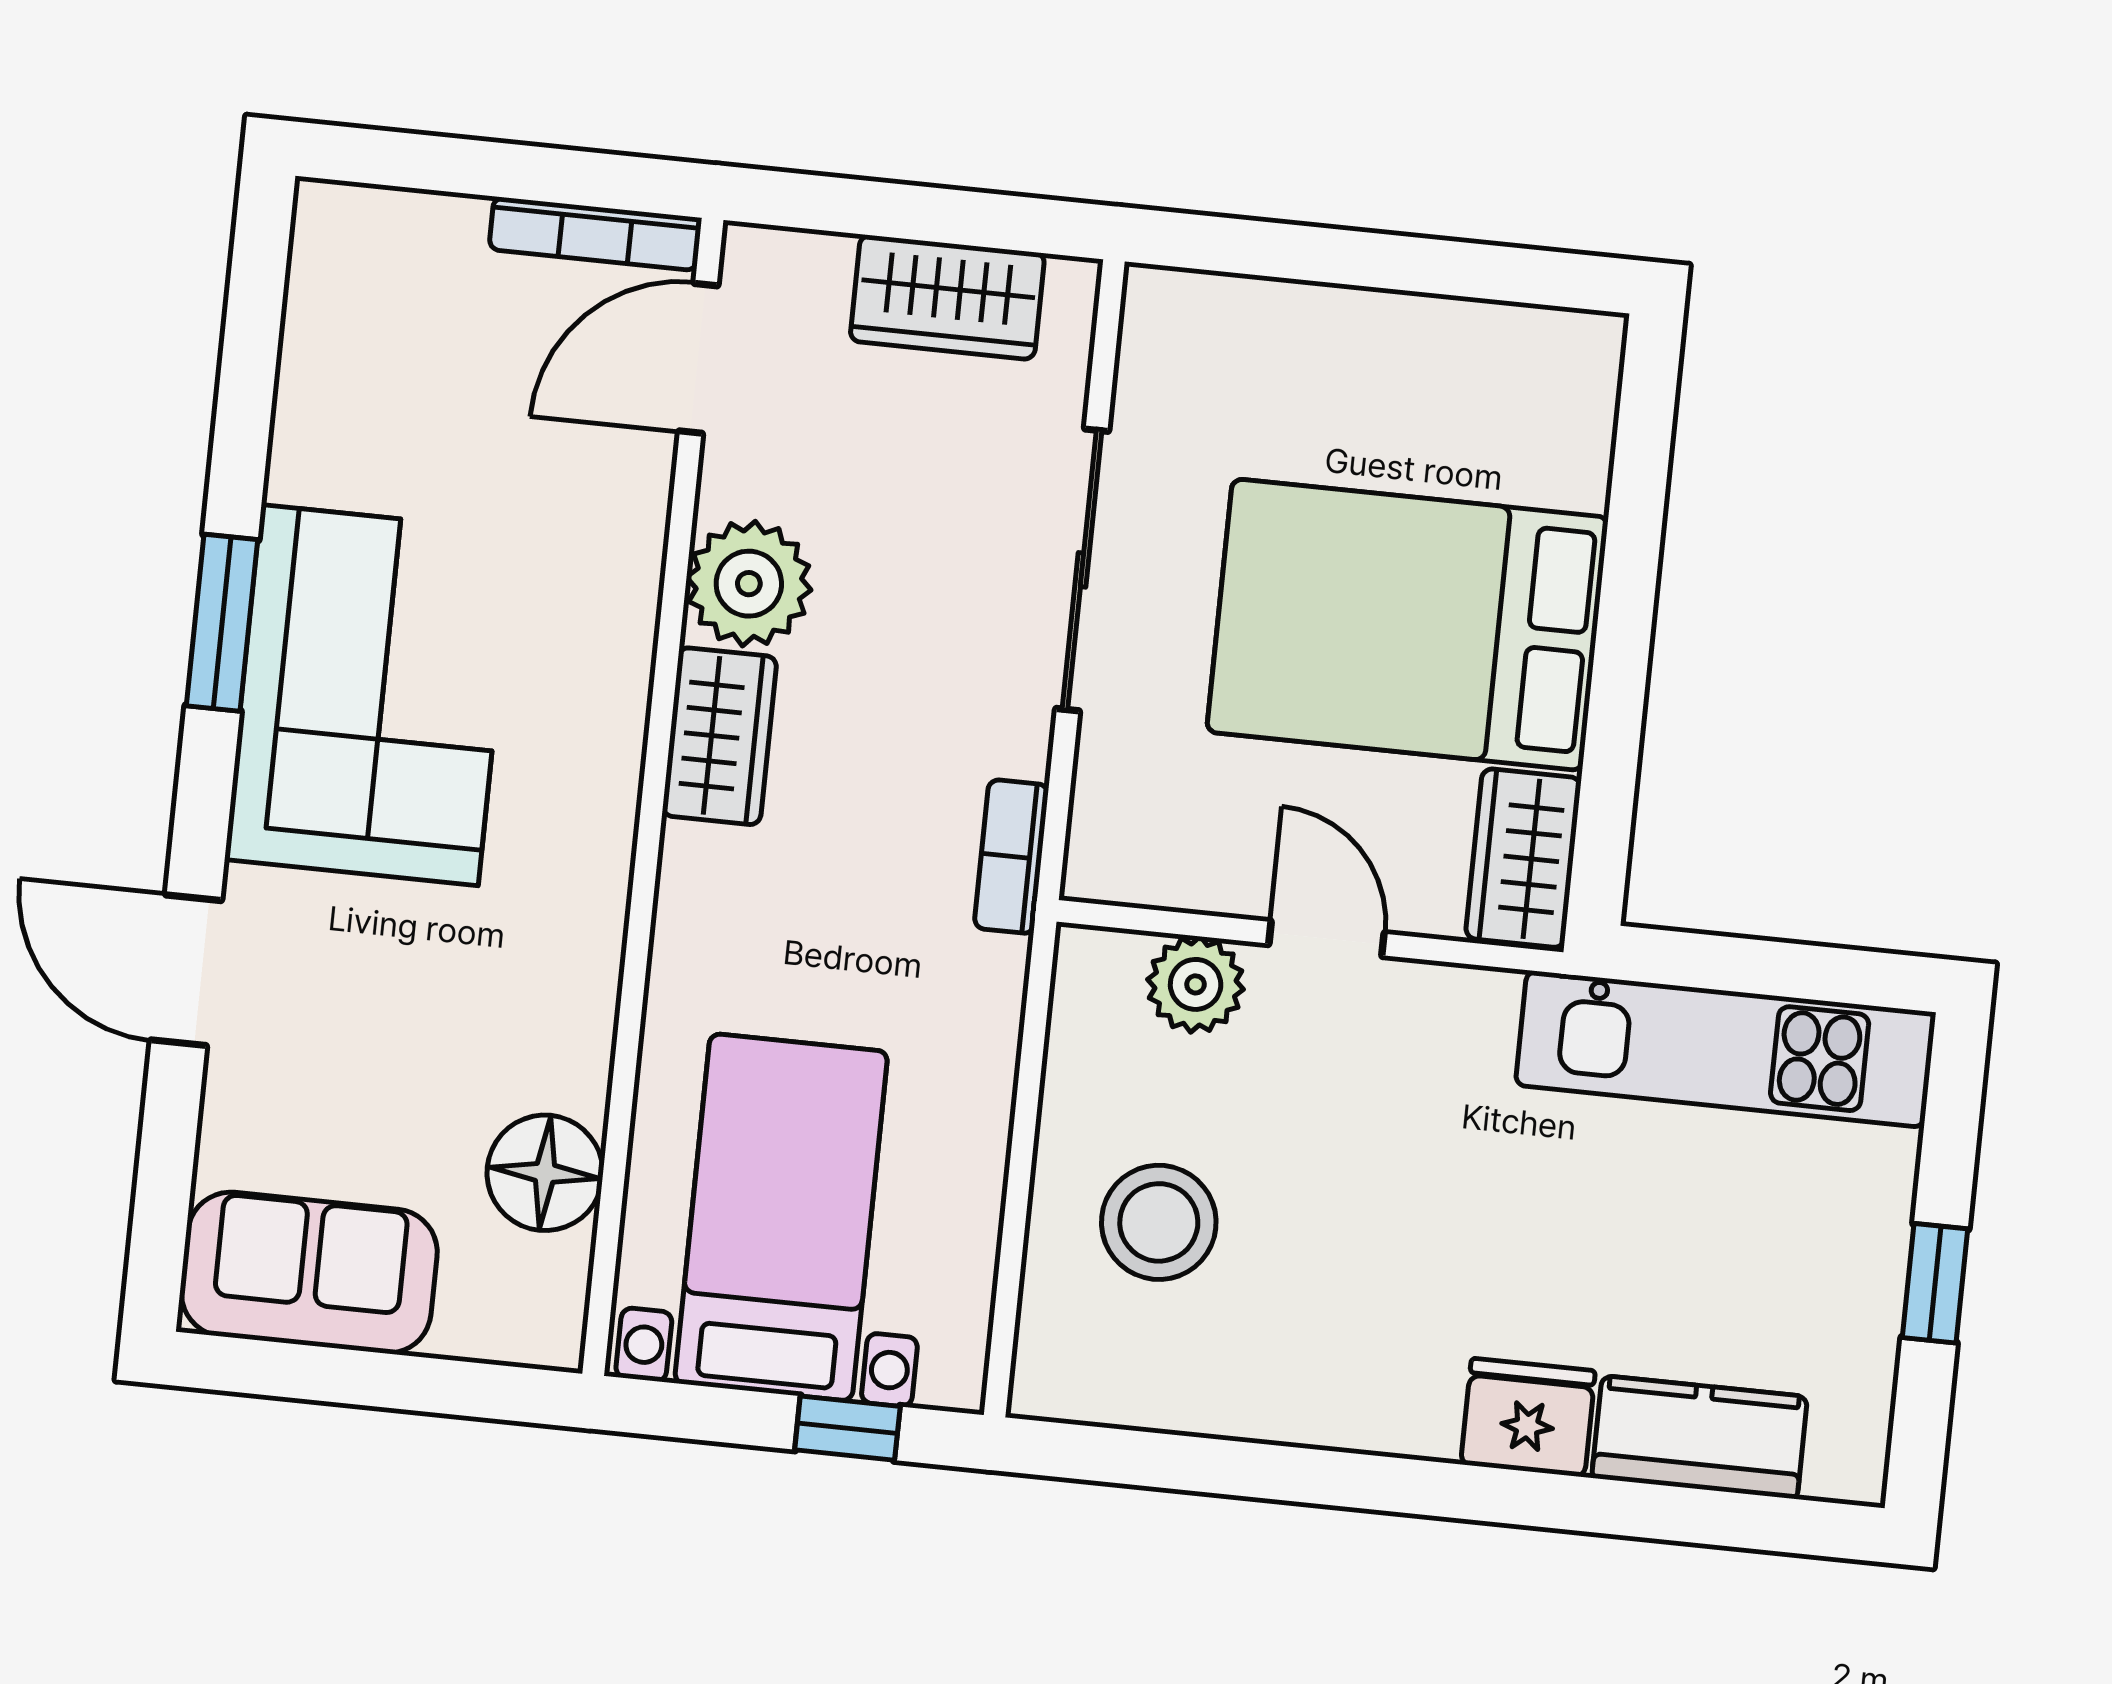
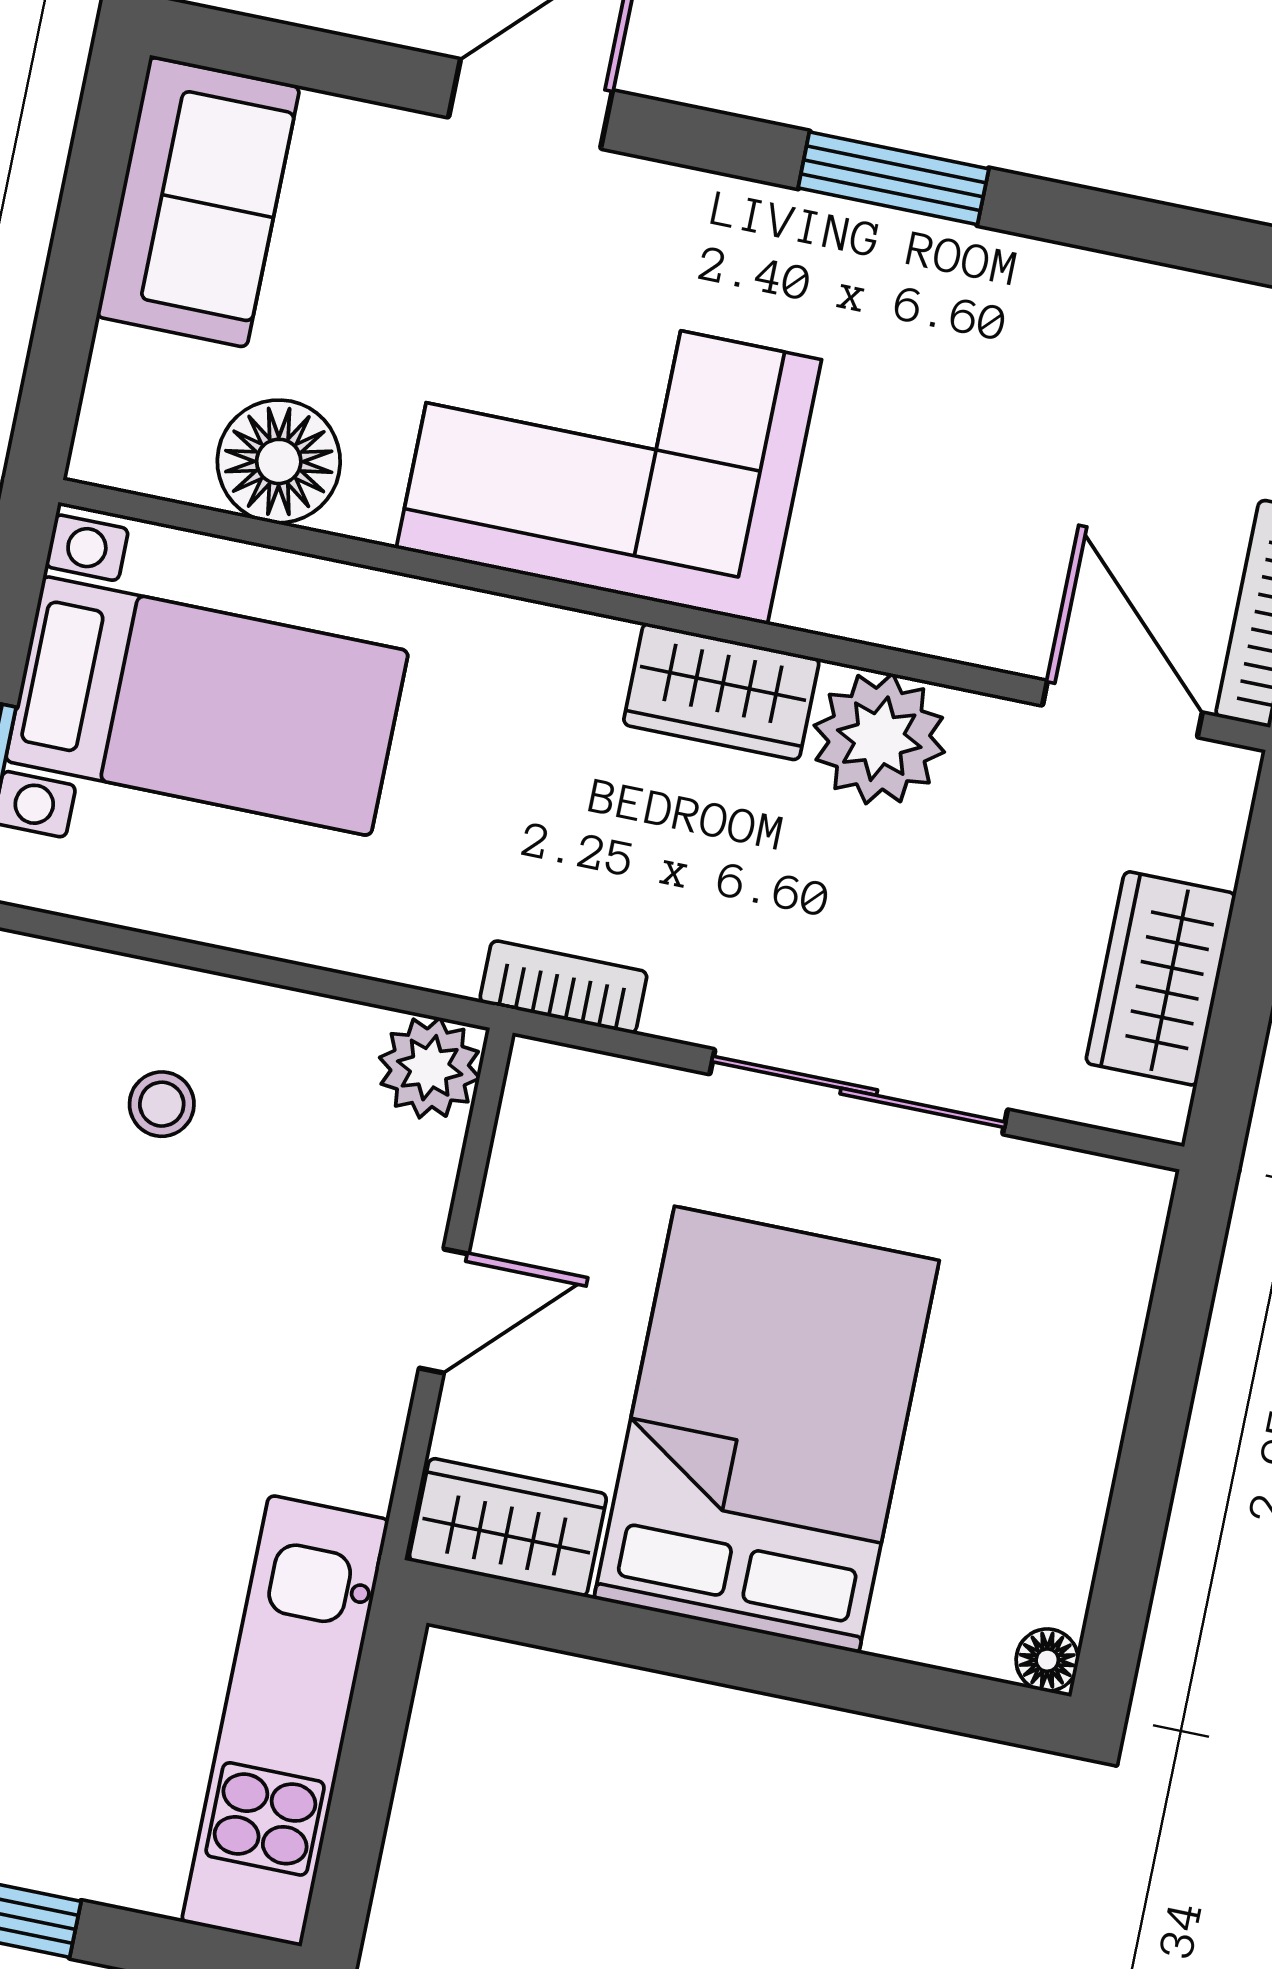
floor lamp: (1597, 340) -> (1047, 1660), added
corner sofa: (370, 695) -> (609, 454), moved, turned 180
plant: (1196, 984) -> (430, 1068), moved
stool: (1159, 1222) -> (162, 1104), width x0.53, depth x0.53

